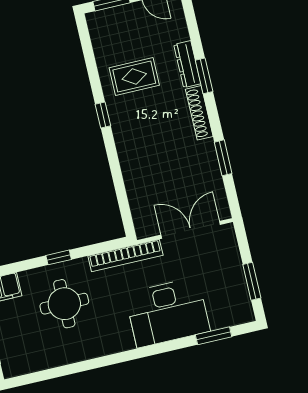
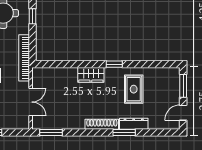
wardrobe: (128, 147) -> (91, 75), added
window: (223, 158) -> (51, 132), moved
double door: (191, 230) -> (31, 102), width x0.73

